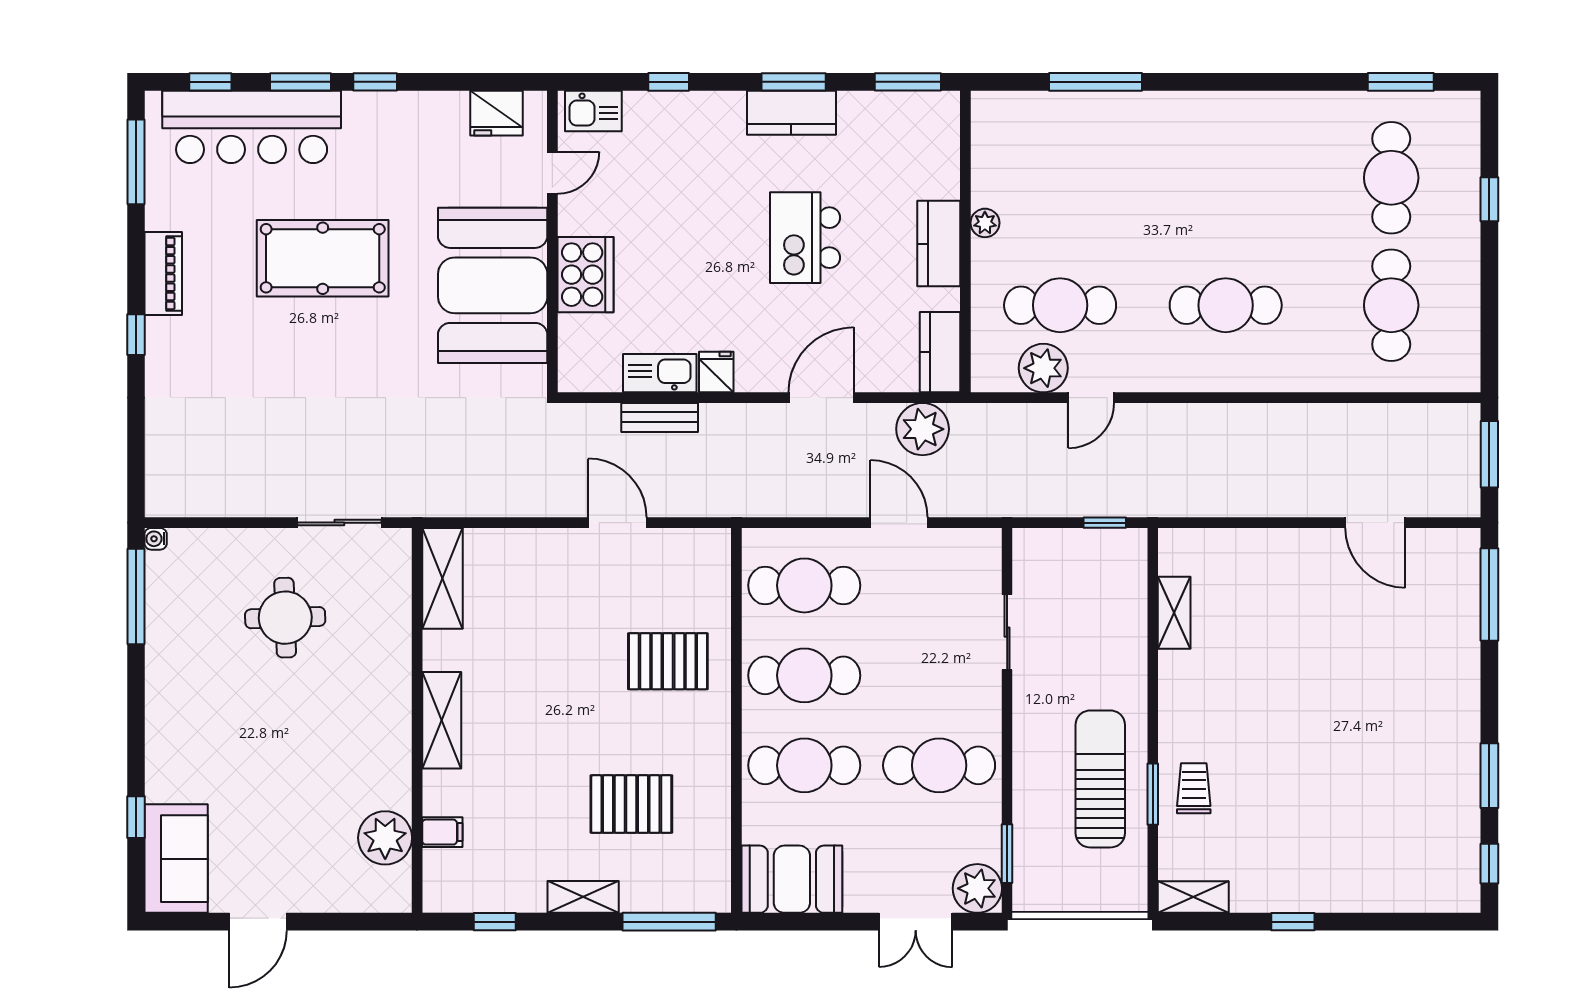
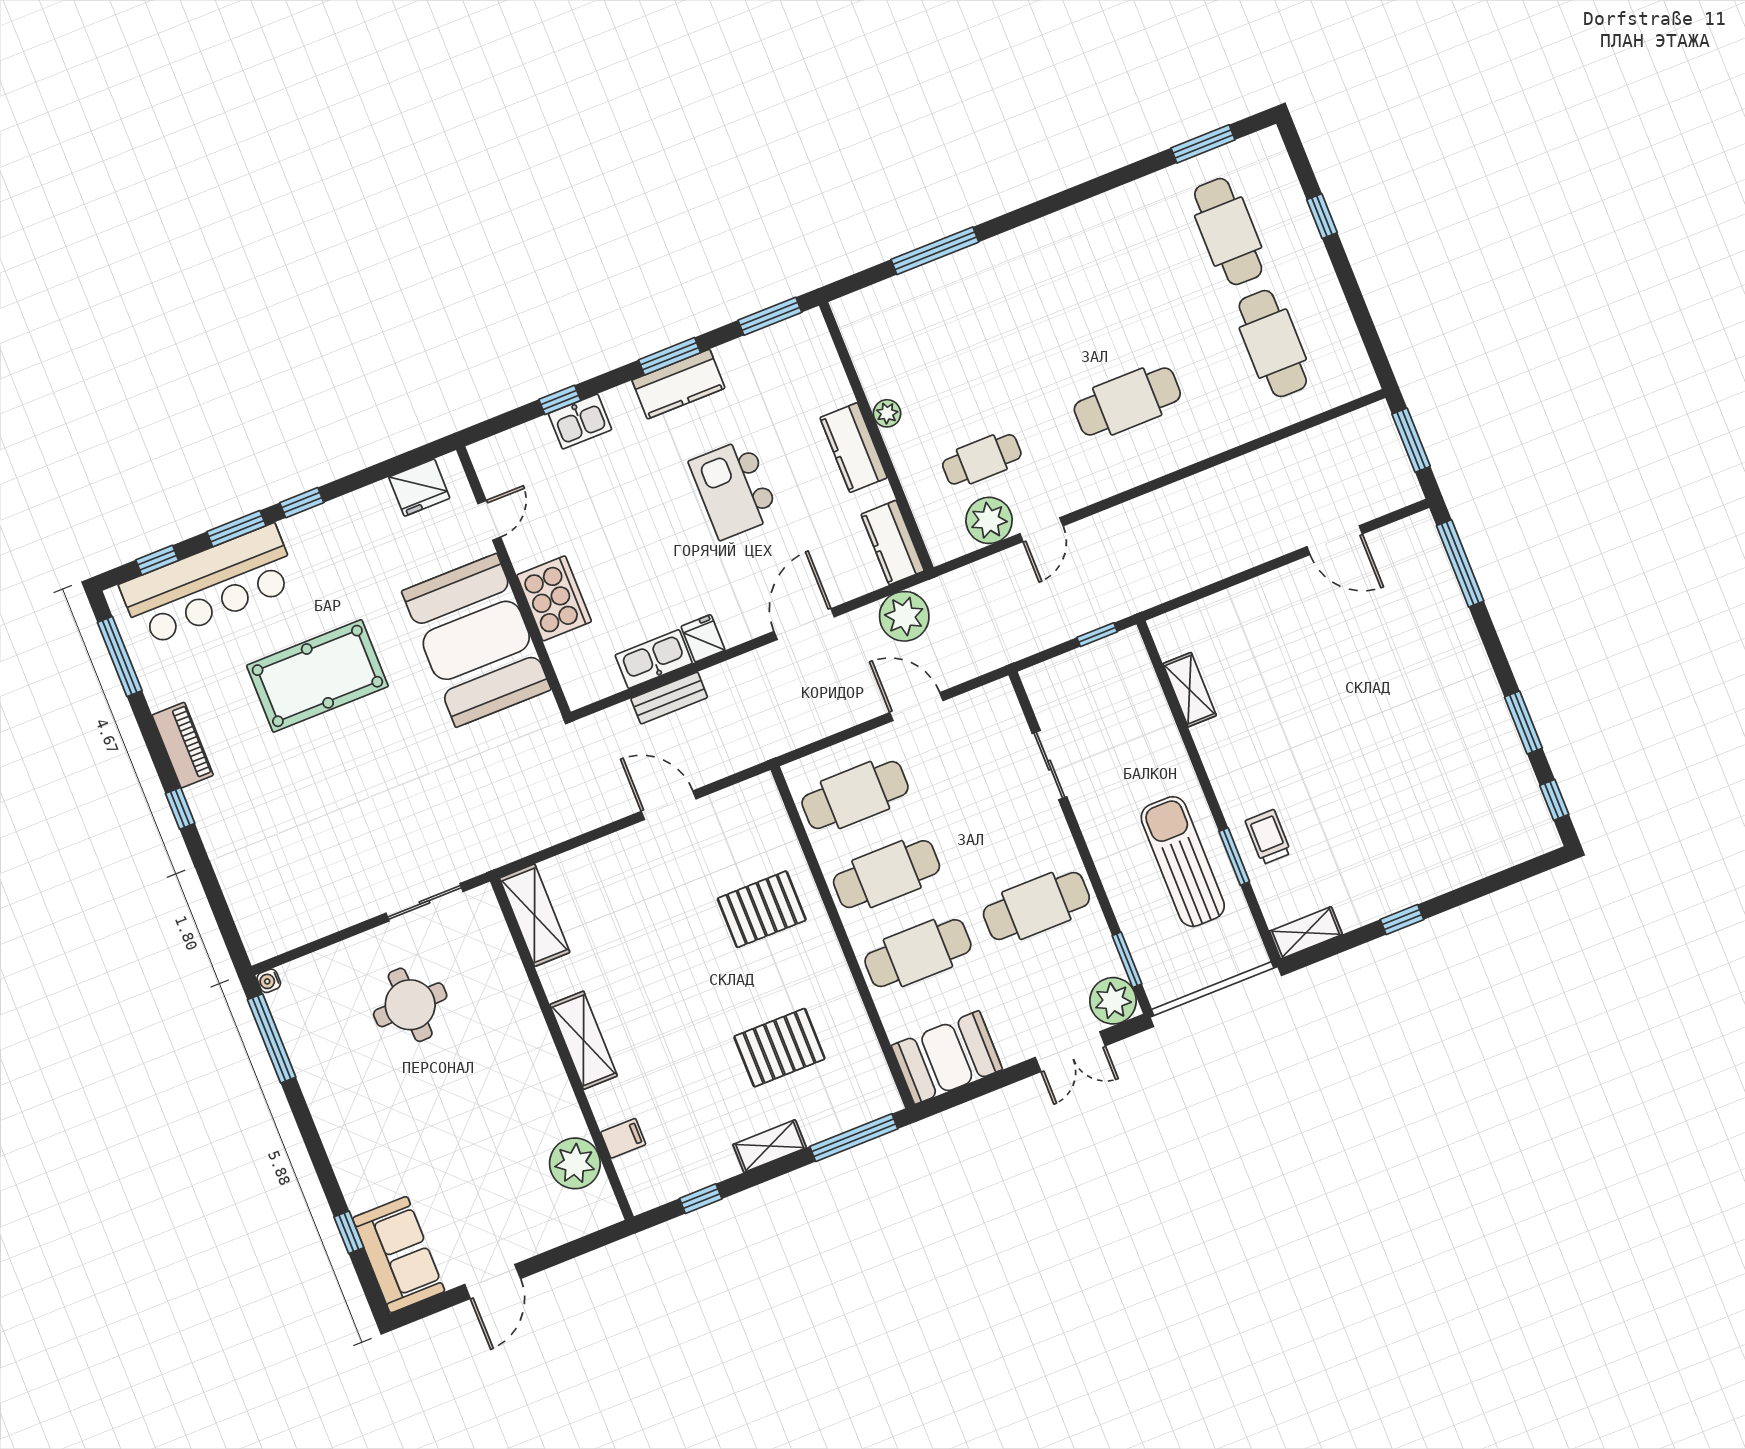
kitchen sink: (593, 111) -> (580, 422), moved
cafe table: (1060, 305) -> (982, 459), width x0.73, depth x0.74

